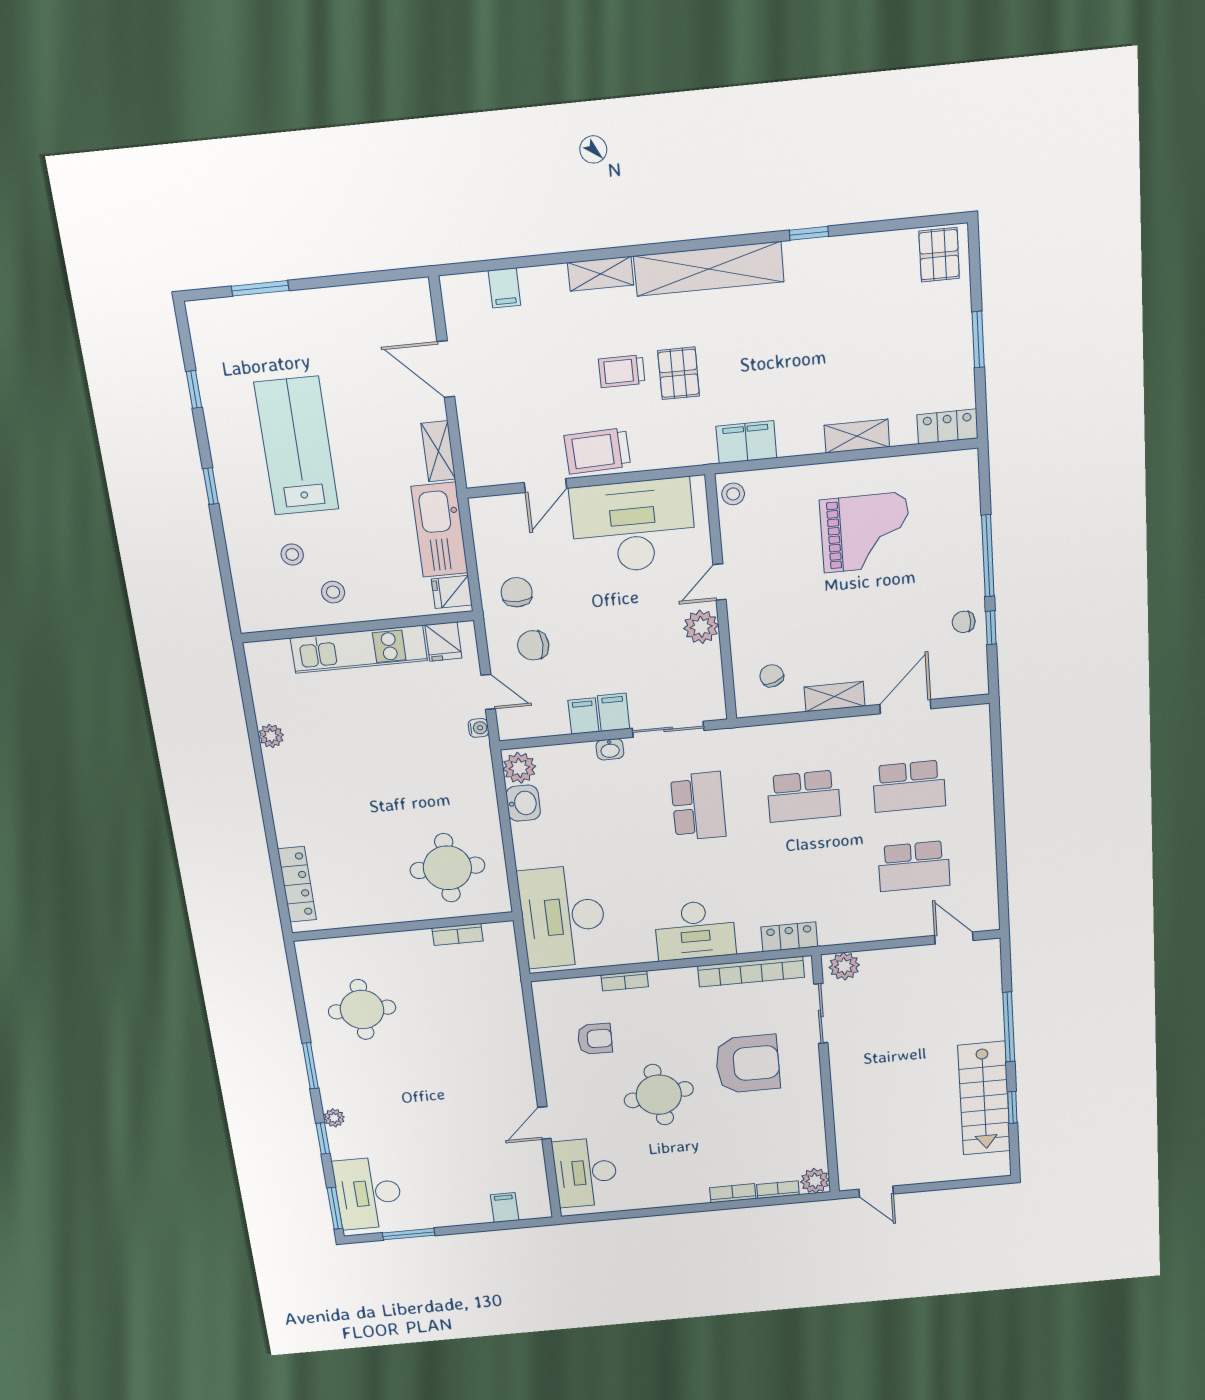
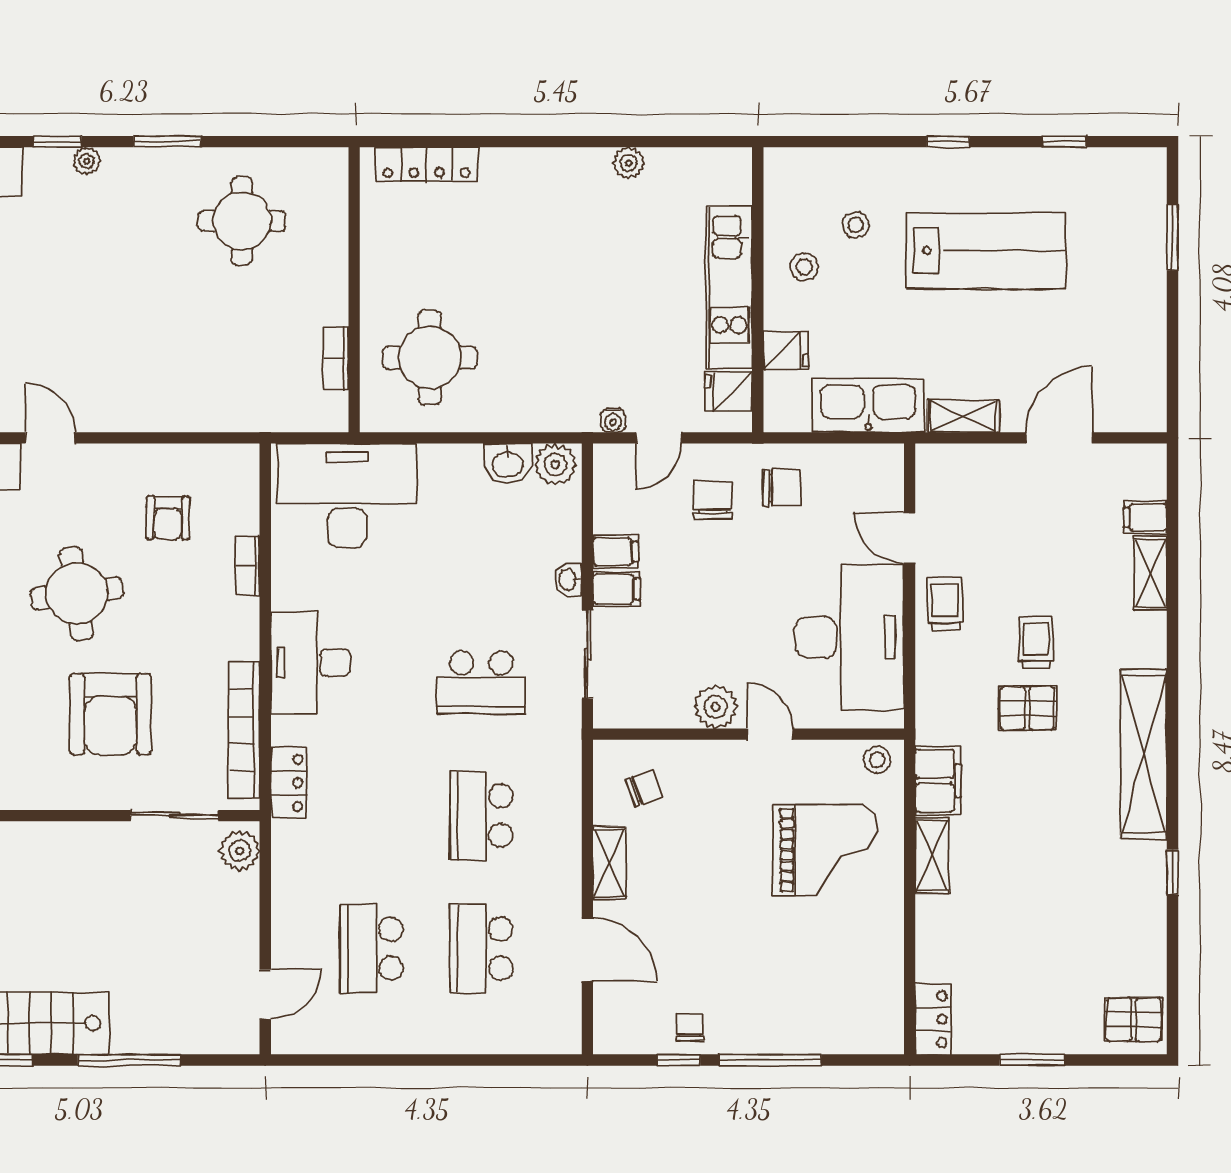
shelving: (601, 274) -> (1150, 573), moved
shelving: (857, 436) -> (932, 855), moved
trolley: (597, 451) -> (945, 604), width x0.73, depth x0.72
grand piano: (865, 532) -> (825, 850), moved, turned -90
fridge: (452, 592) -> (786, 350), moved, turned 90

